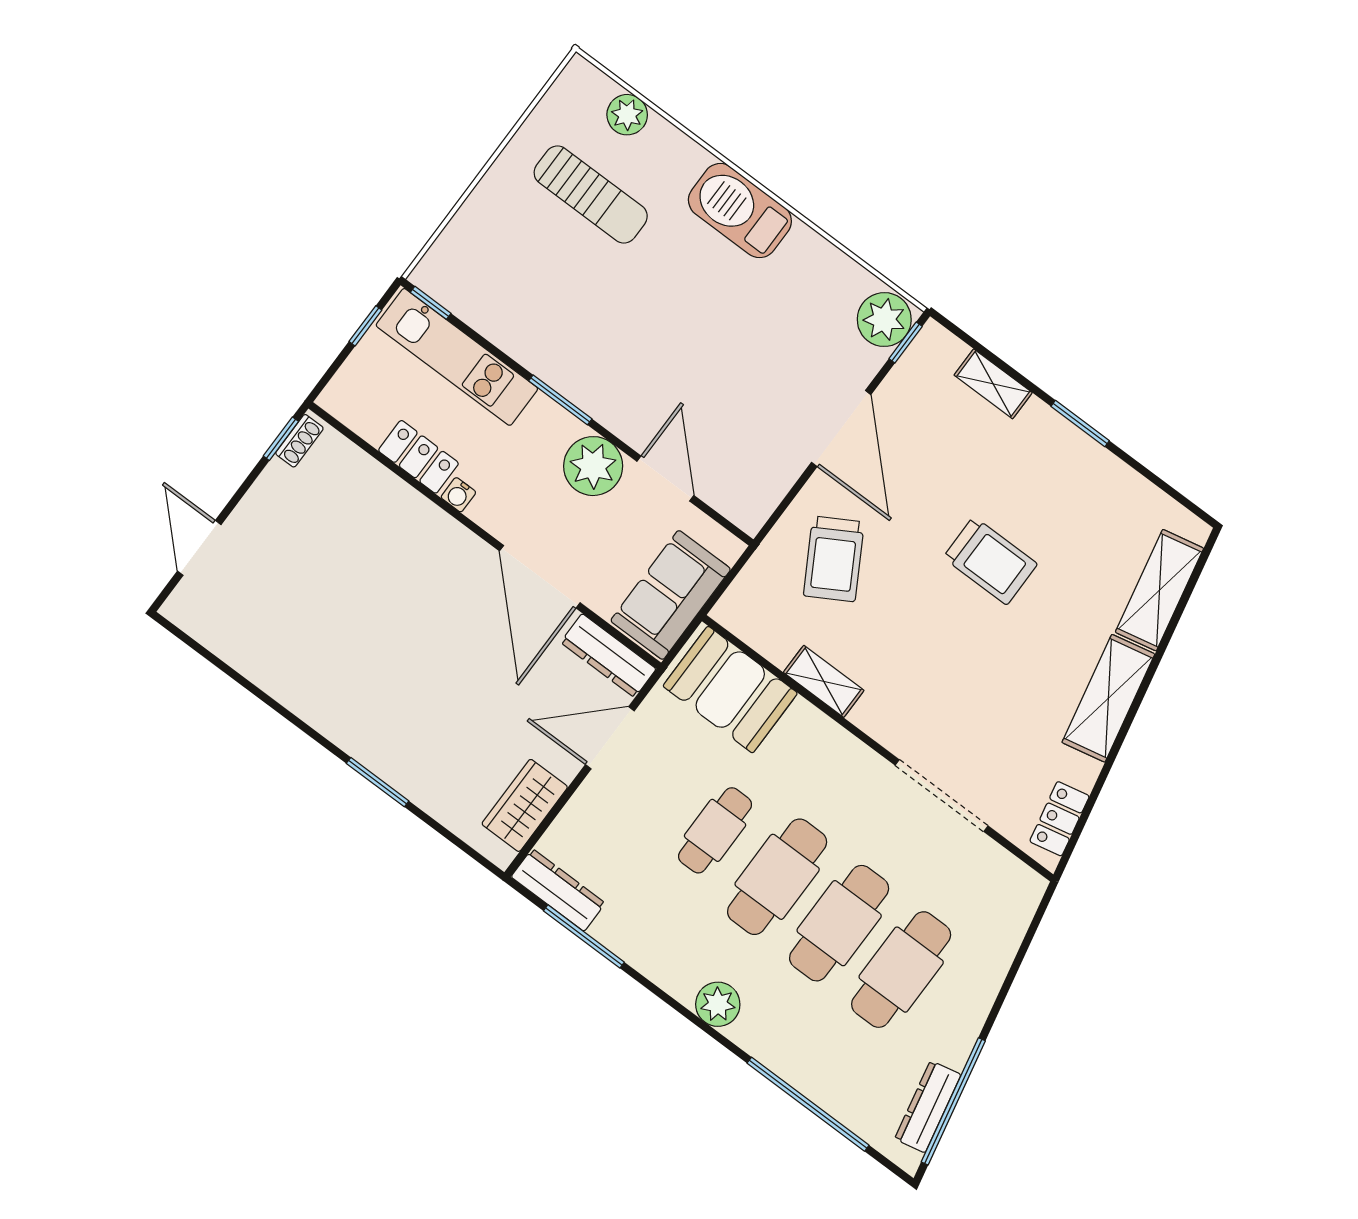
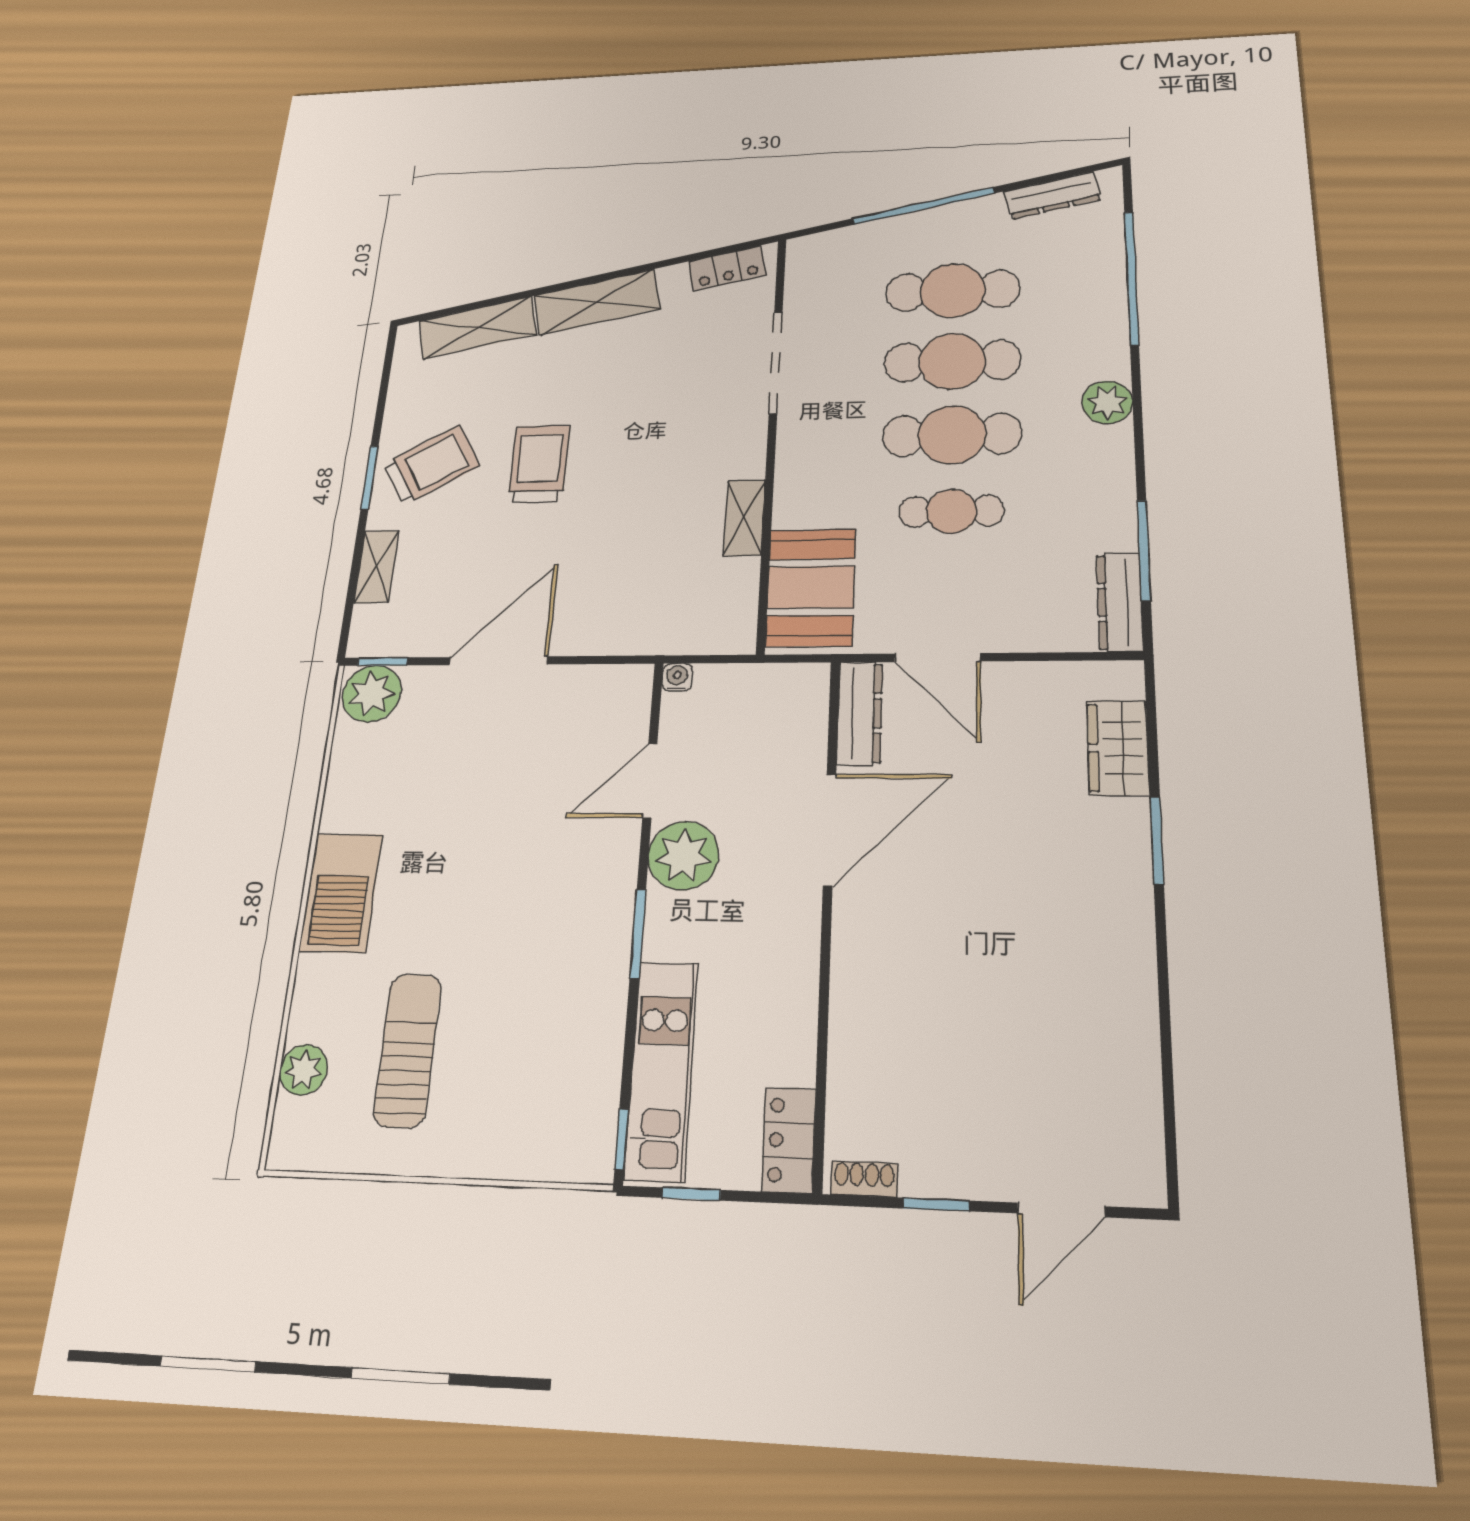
window: (281, 439) -> (936, 1205), moved
locker: (418, 457) -> (789, 1140), moved
water cooler: (458, 495) -> (677, 677), moved, turned -90
trolley: (834, 559) -> (432, 465), moved
sofa: (671, 595) -> (760, 699), removed
wardrobe: (525, 805) -> (1118, 748), moved, turned 90
window: (953, 1101) -> (923, 206), moved

